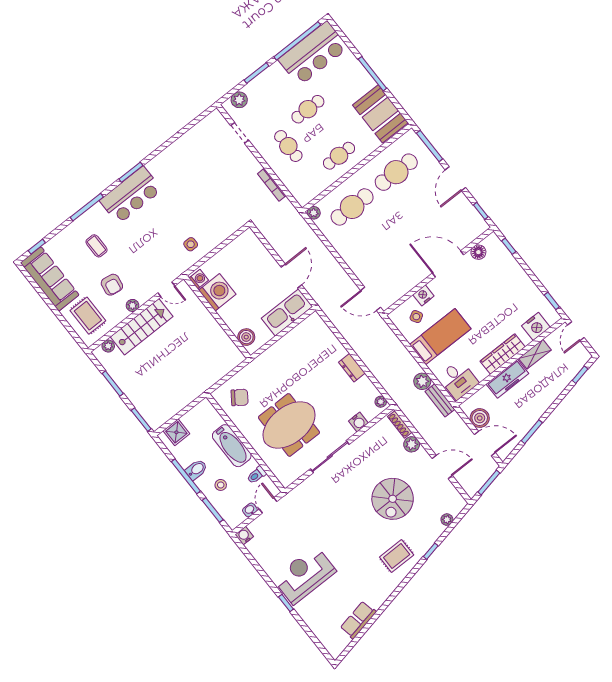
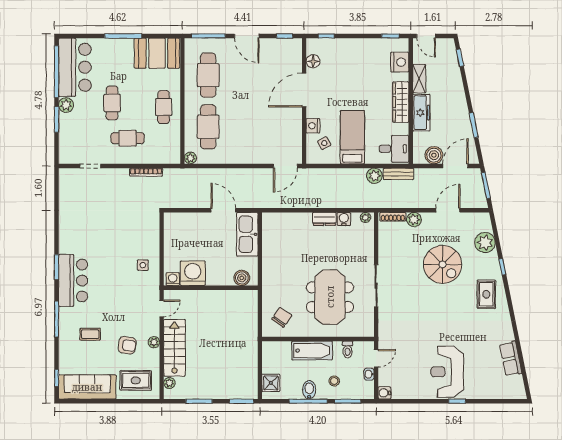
plant: (239, 100) -> (66, 105), moved
water cooler: (358, 422) -> (344, 219), moved, turned -90
door: (268, 505) -> (376, 358), swing flipped
plant: (447, 520) -> (485, 243), width x1.88, depth x1.88

